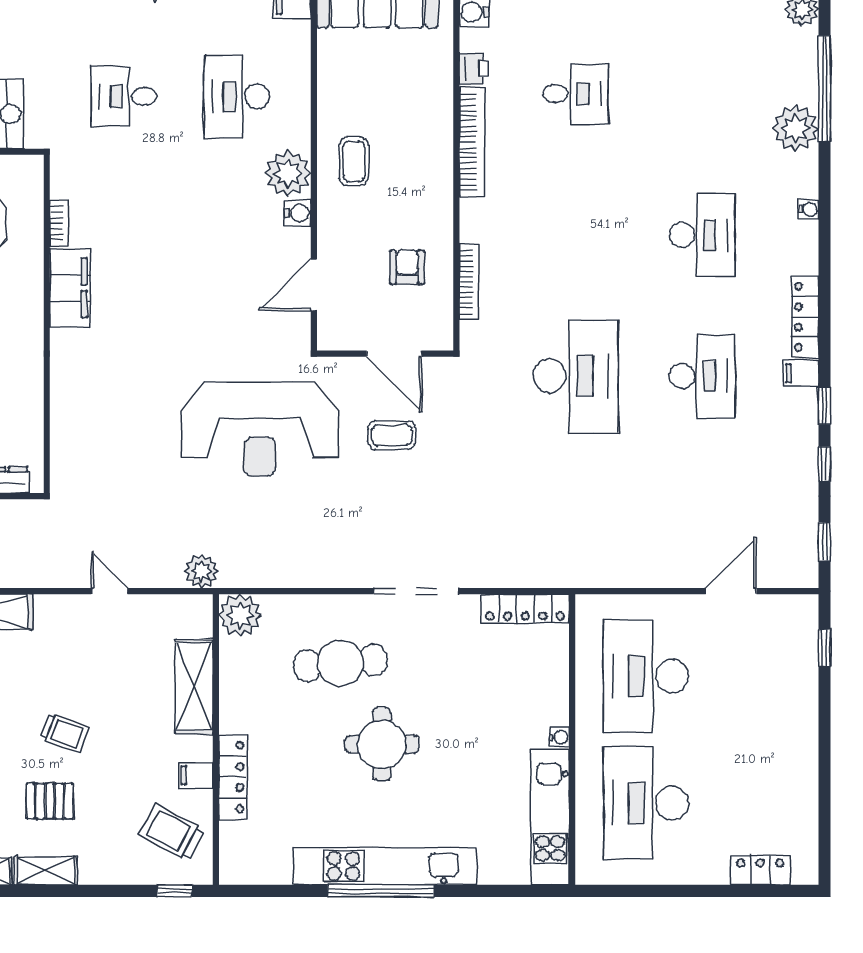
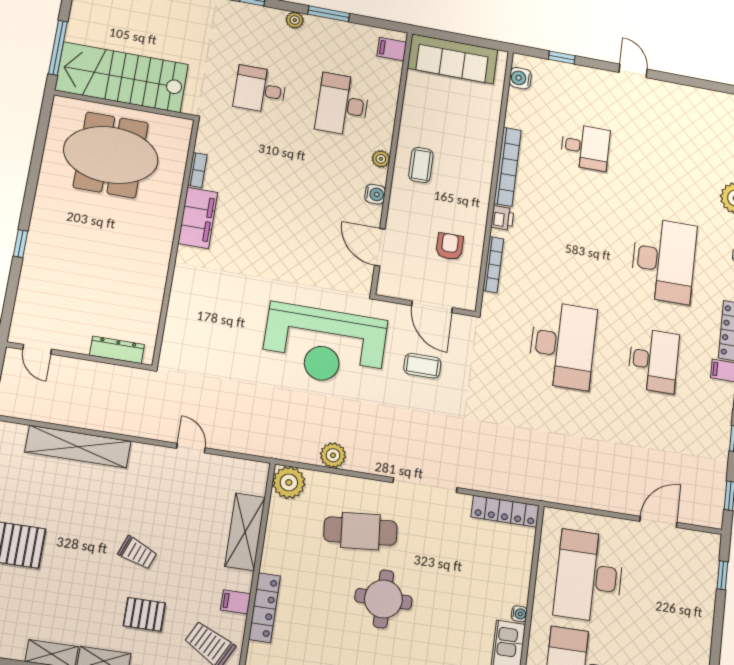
printer: (474, 69) -> (502, 218), moved
plant: (288, 173) -> (381, 159), width x0.53, depth x0.53
desk: (702, 235) -> (664, 260), width x1.36, depth x1.30
door: (314, 285) -> (380, 247), hinge flipped
plant: (202, 571) -> (333, 455), moved
pallet: (50, 801) -> (144, 614), moved

